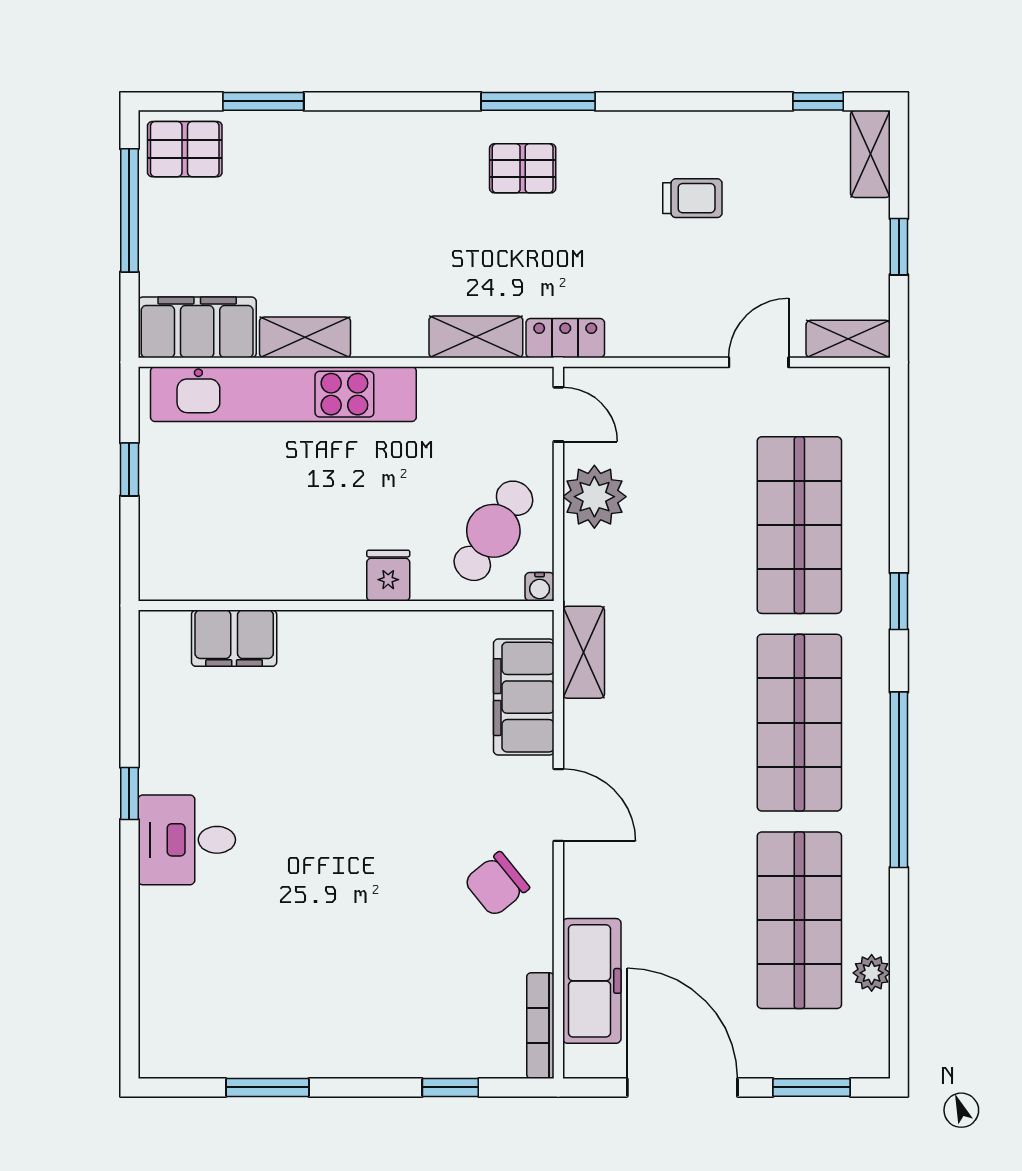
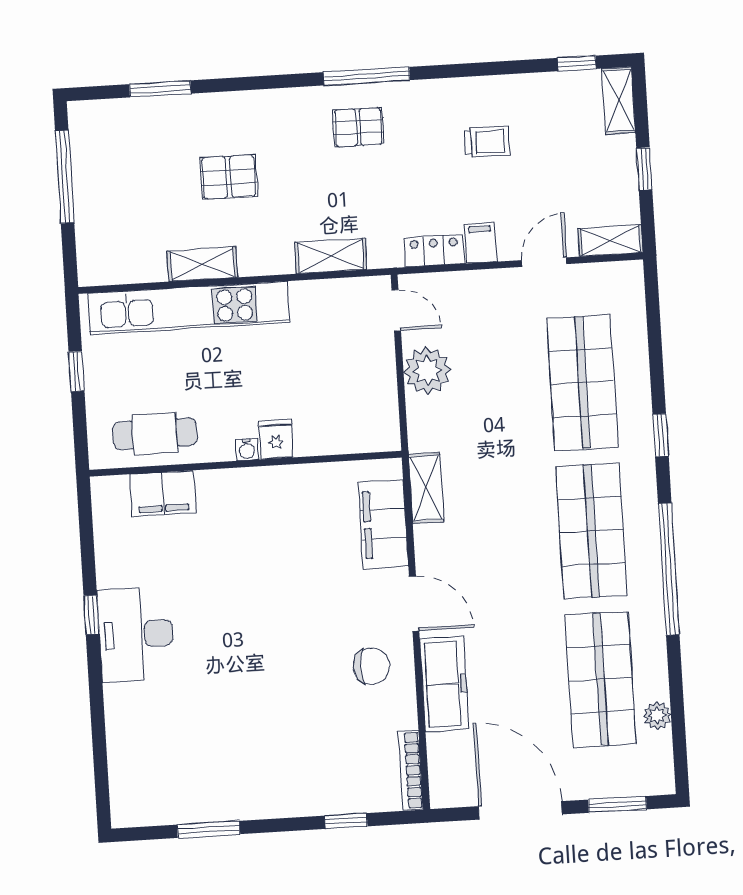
pallet: (185, 149) -> (229, 177), moved
filing cabinet: (197, 327) -> (480, 243), moved, width x0.33, depth x0.86
locker: (565, 338) -> (434, 251), moved
cafe table: (493, 531) -> (155, 434), moved, turned 57
water cooler: (540, 587) -> (247, 449), moved
desk: (187, 840) -> (136, 634), width x1.37
chair: (497, 884) -> (371, 666), turned -141
freezer: (592, 981) -> (444, 684), moved

